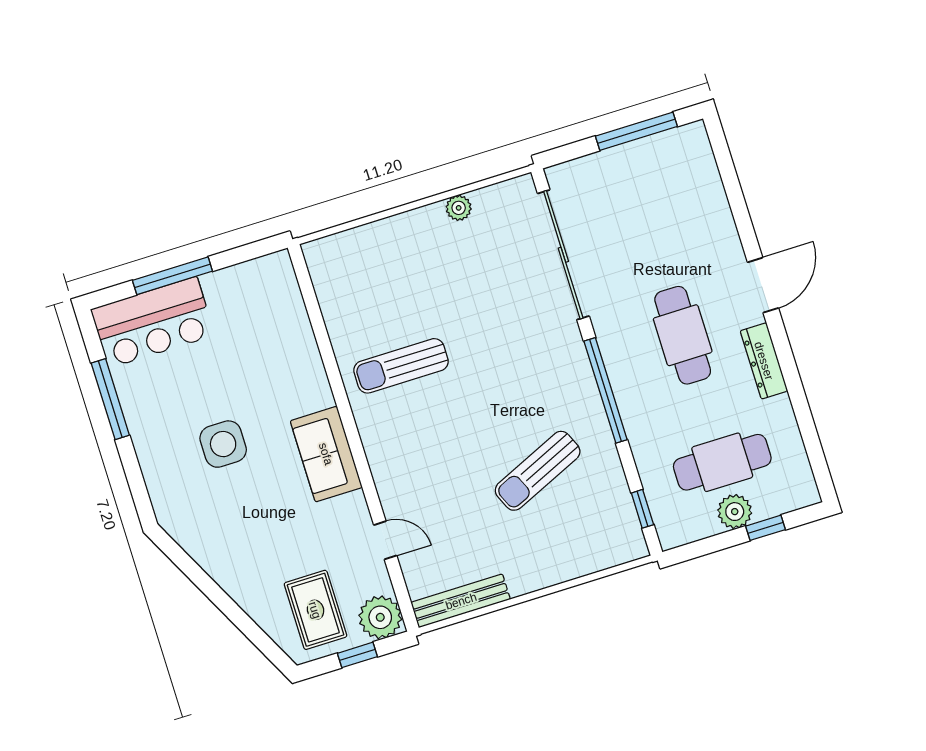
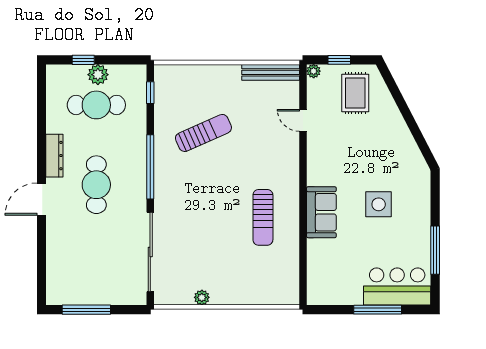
sun lounger: (401, 366) -> (263, 217), turned 90
sofa: (326, 454) -> (321, 212), moved
plant: (380, 617) -> (314, 71), width x0.53, depth x0.53

